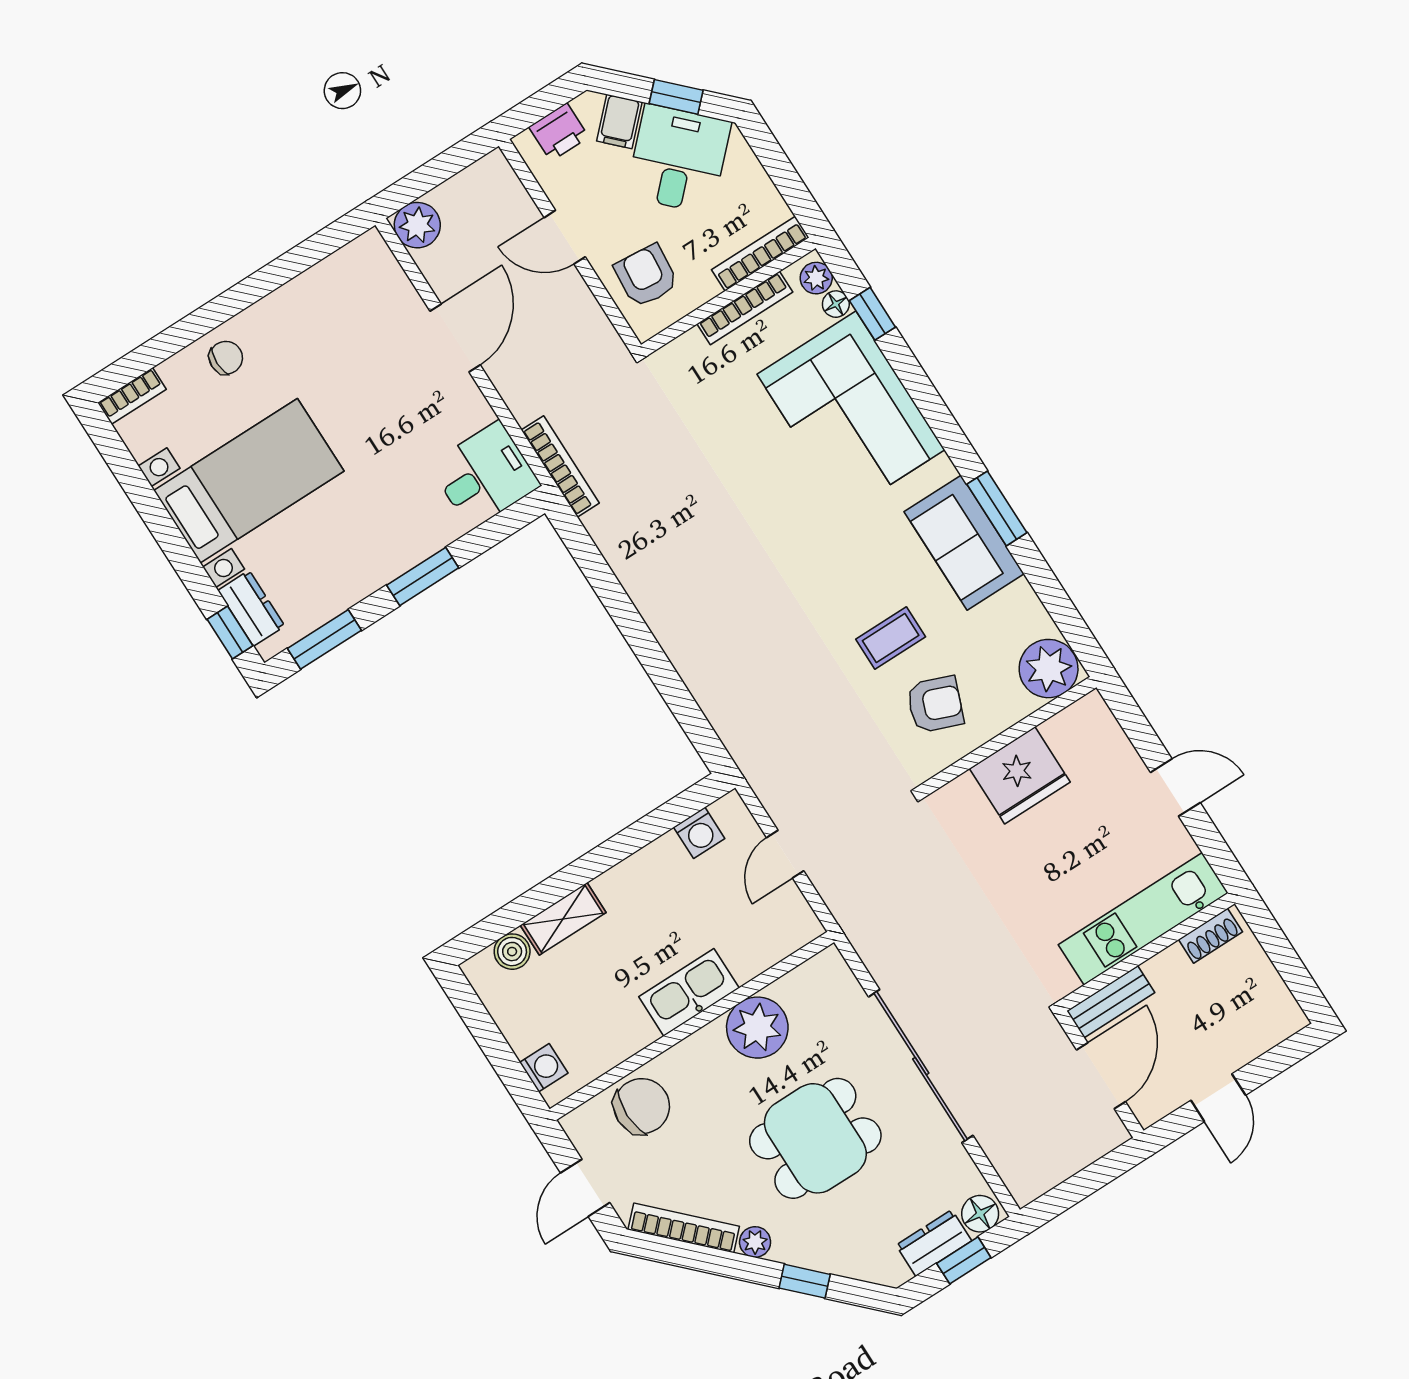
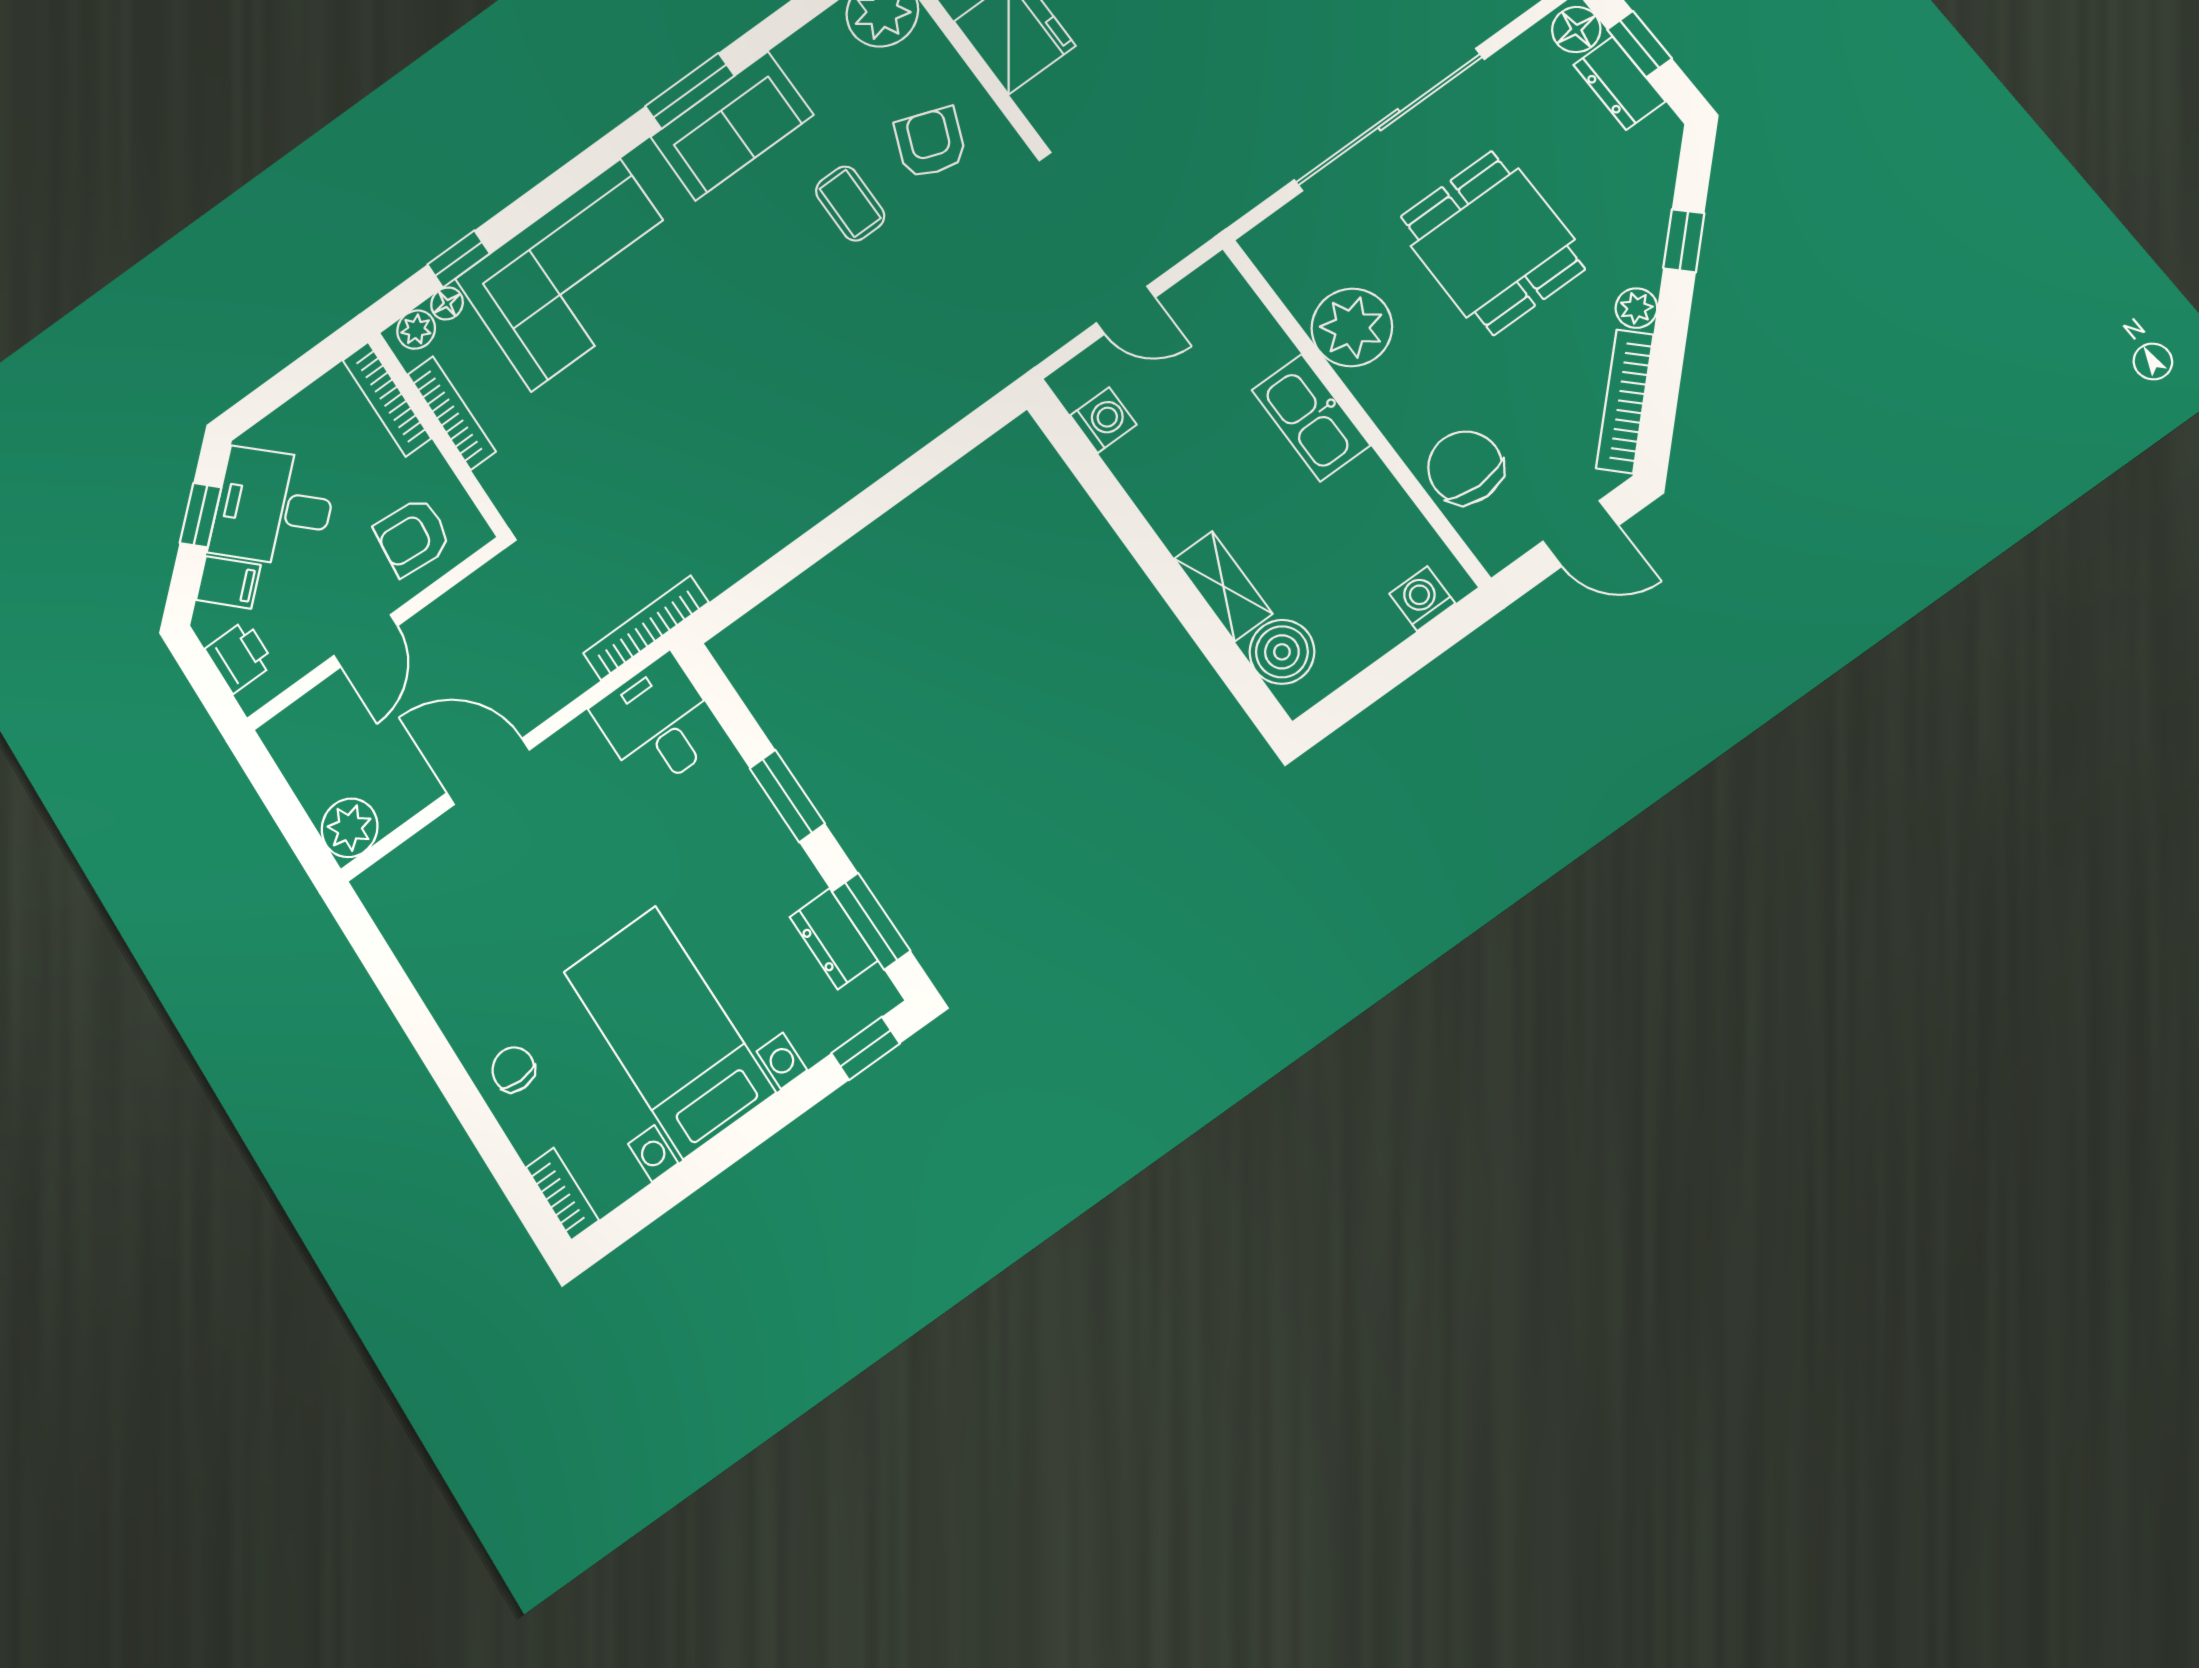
dresser: (251, 608) -> (834, 939), moved, turned -90
boiler: (512, 952) -> (1282, 652), width x1.36, depth x1.36

